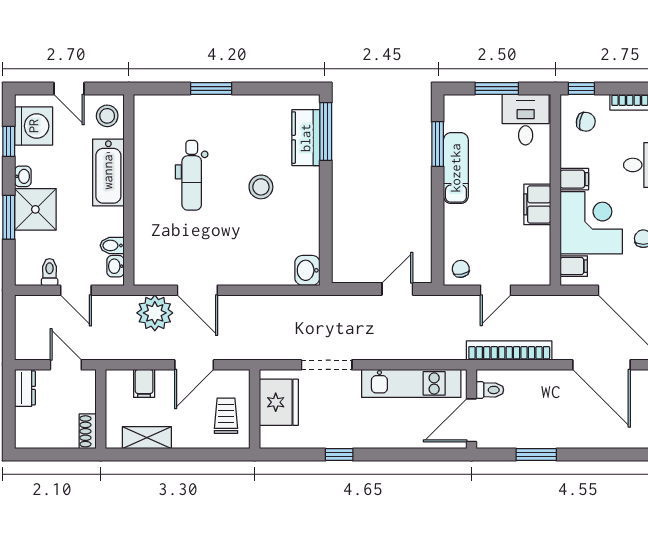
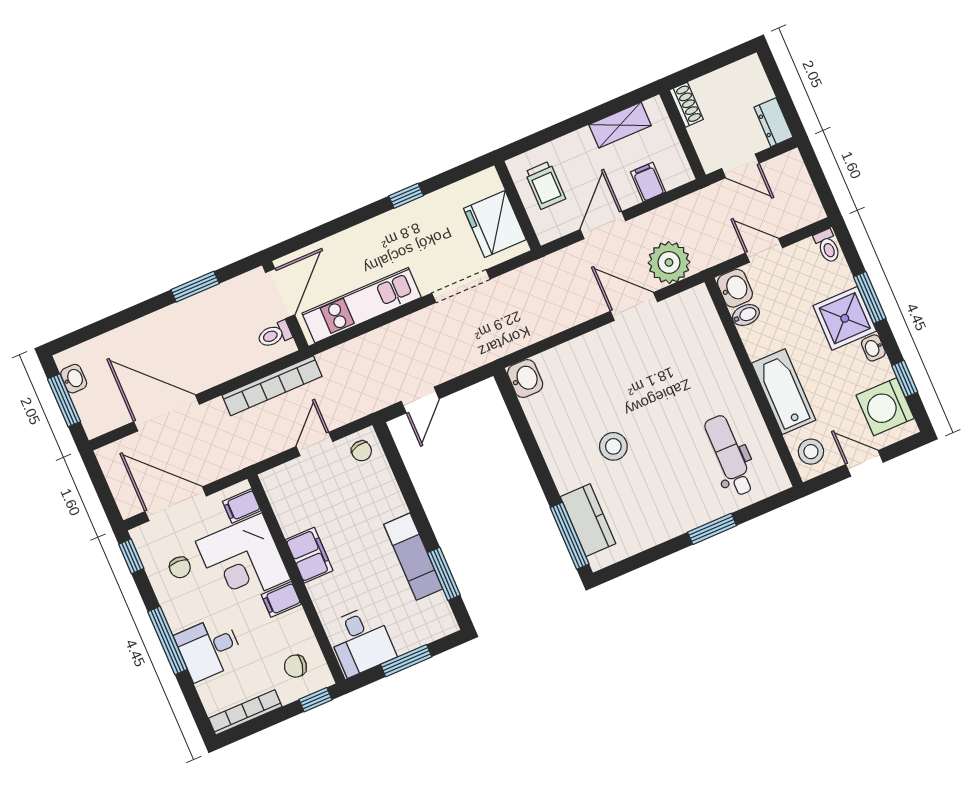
dental chair: (192, 175) -> (729, 455), moved
washbasin: (115, 266) -> (735, 288), width x1.38, depth x1.45
toilet: (50, 272) -> (827, 246), moved

